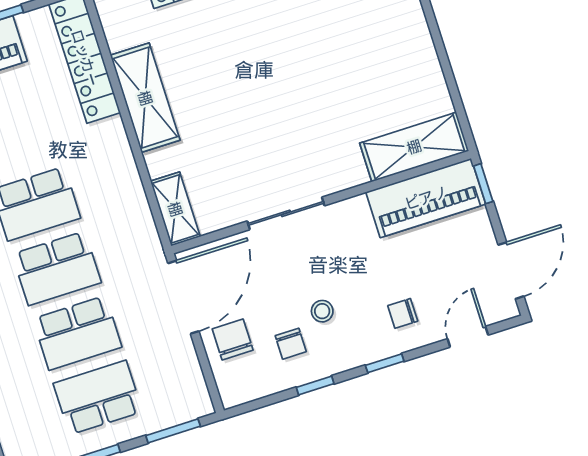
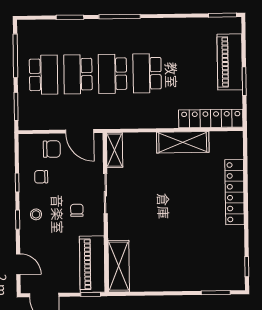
shelving: (175, 209) -> (115, 150), moved, turned 90
door: (183, 297) -> (80, 131), width x0.73
stool: (322, 311) -> (36, 214), moved
chair: (403, 313) -> (77, 210), moved

